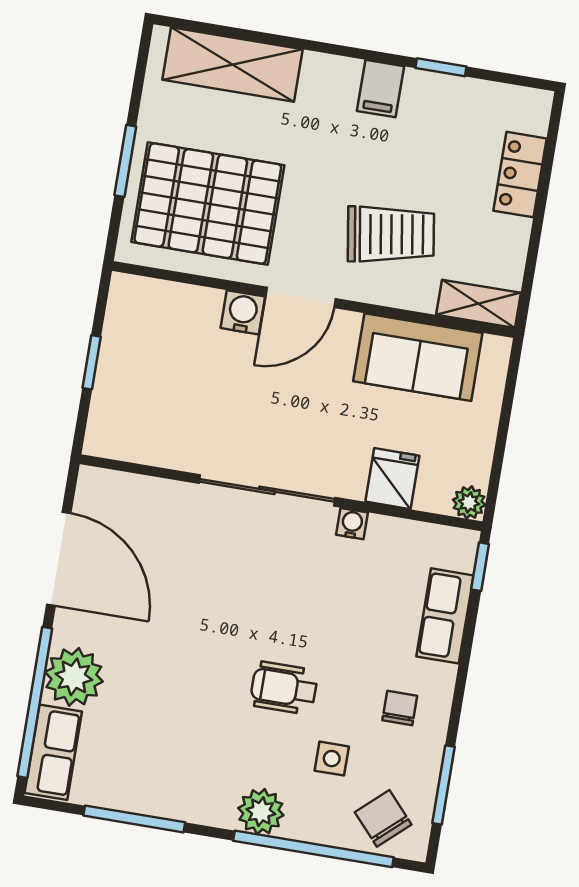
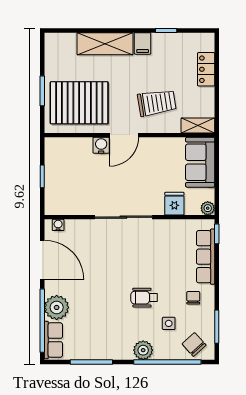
shelving: (232, 65) -> (105, 44), moved
sofa: (418, 357) -> (200, 162), moved, turned 90
water cooler: (352, 524) -> (58, 225), moved
row of seats: (445, 616) -> (206, 257), width x1.48

